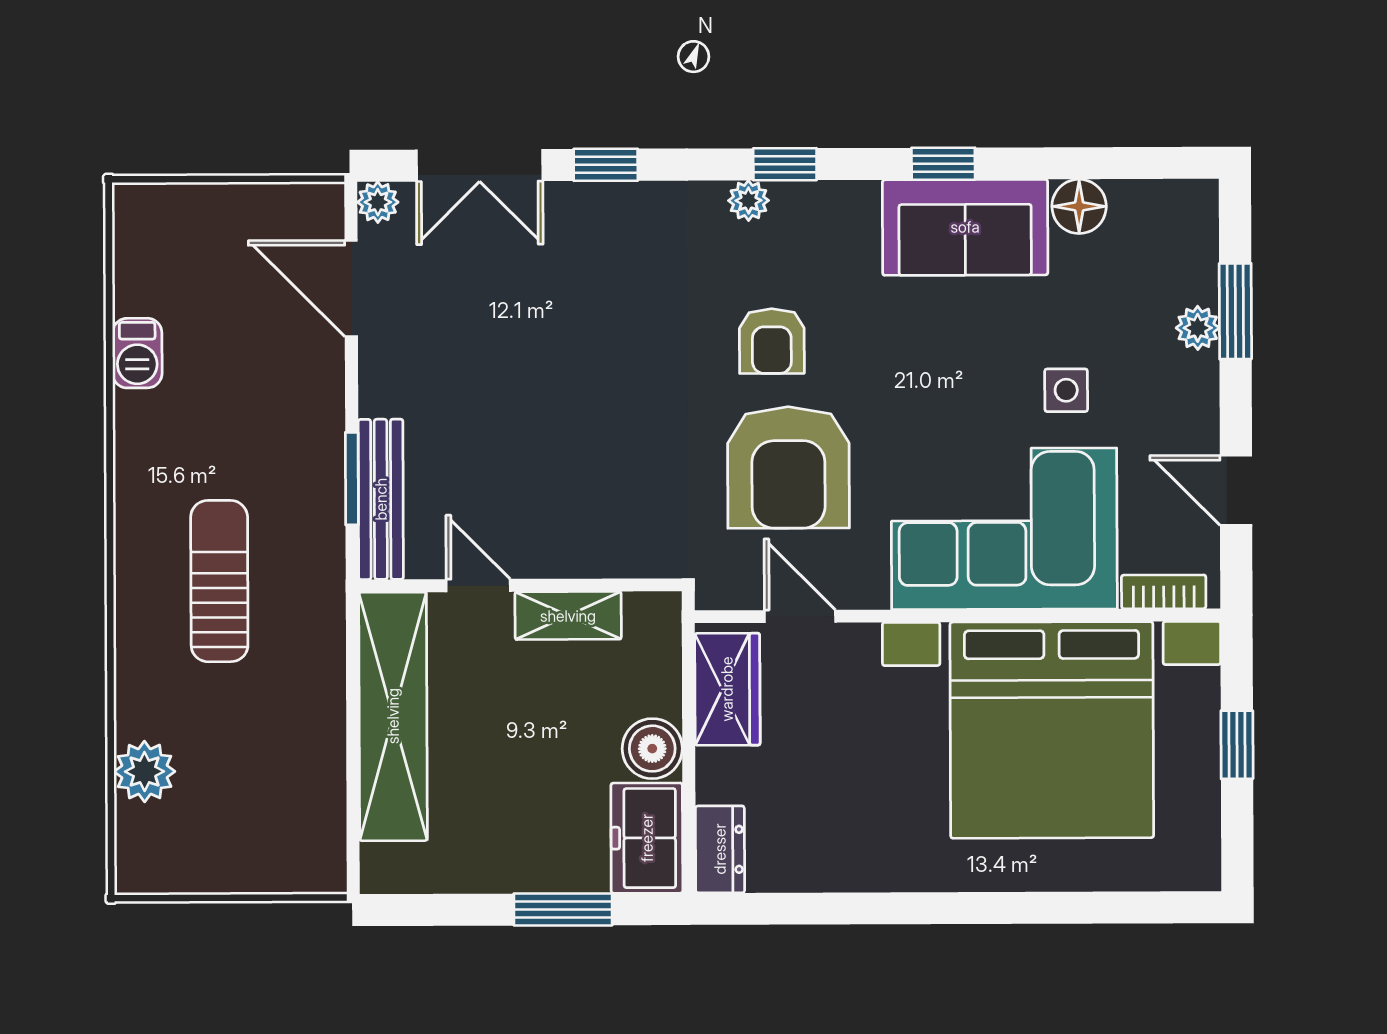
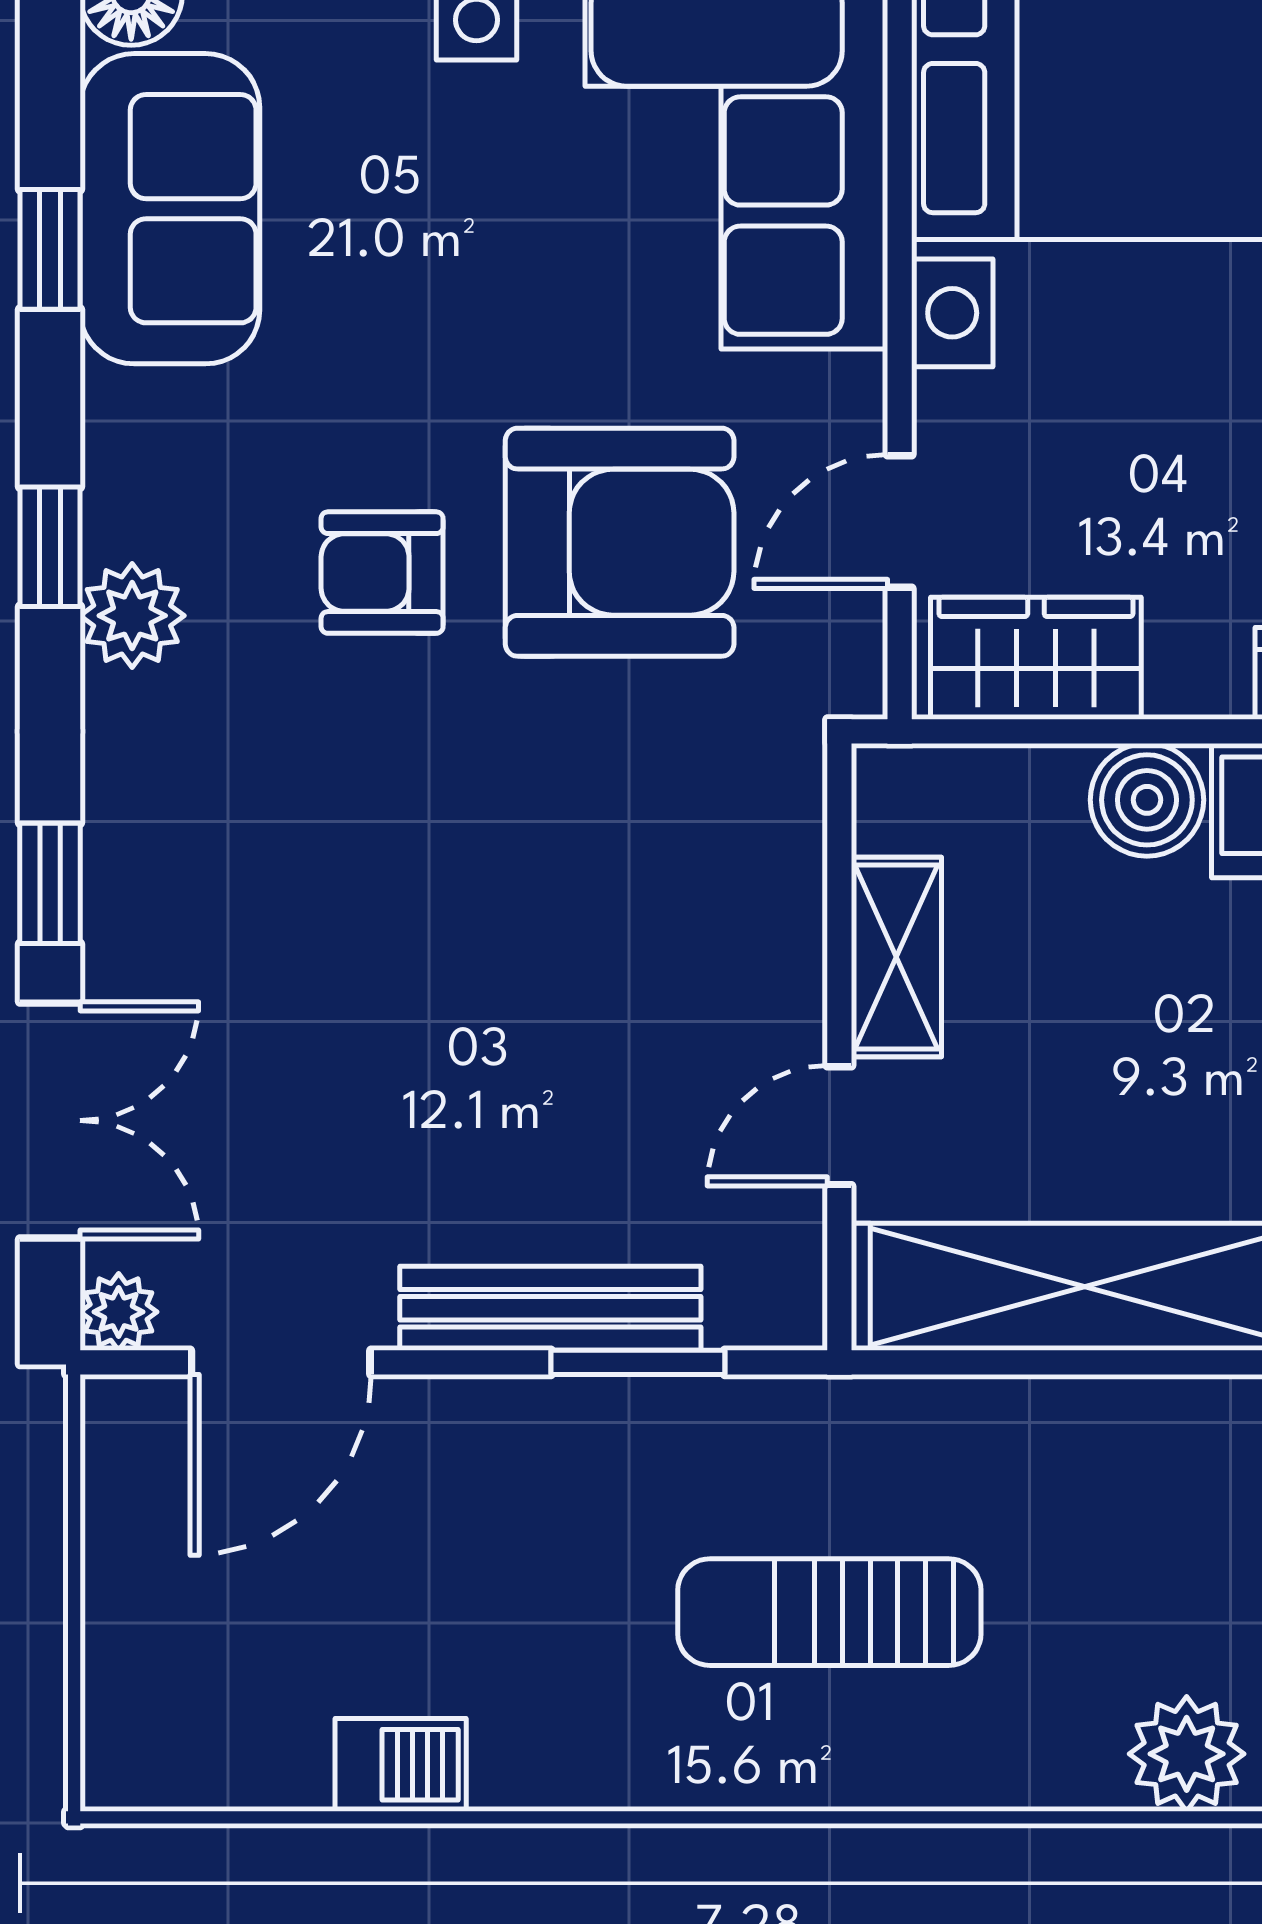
plant: (748, 201) -> (132, 616), width x1.38, depth x1.38
armchair: (772, 341) -> (382, 573), turned 180
bench: (381, 499) -> (550, 1308), moved

